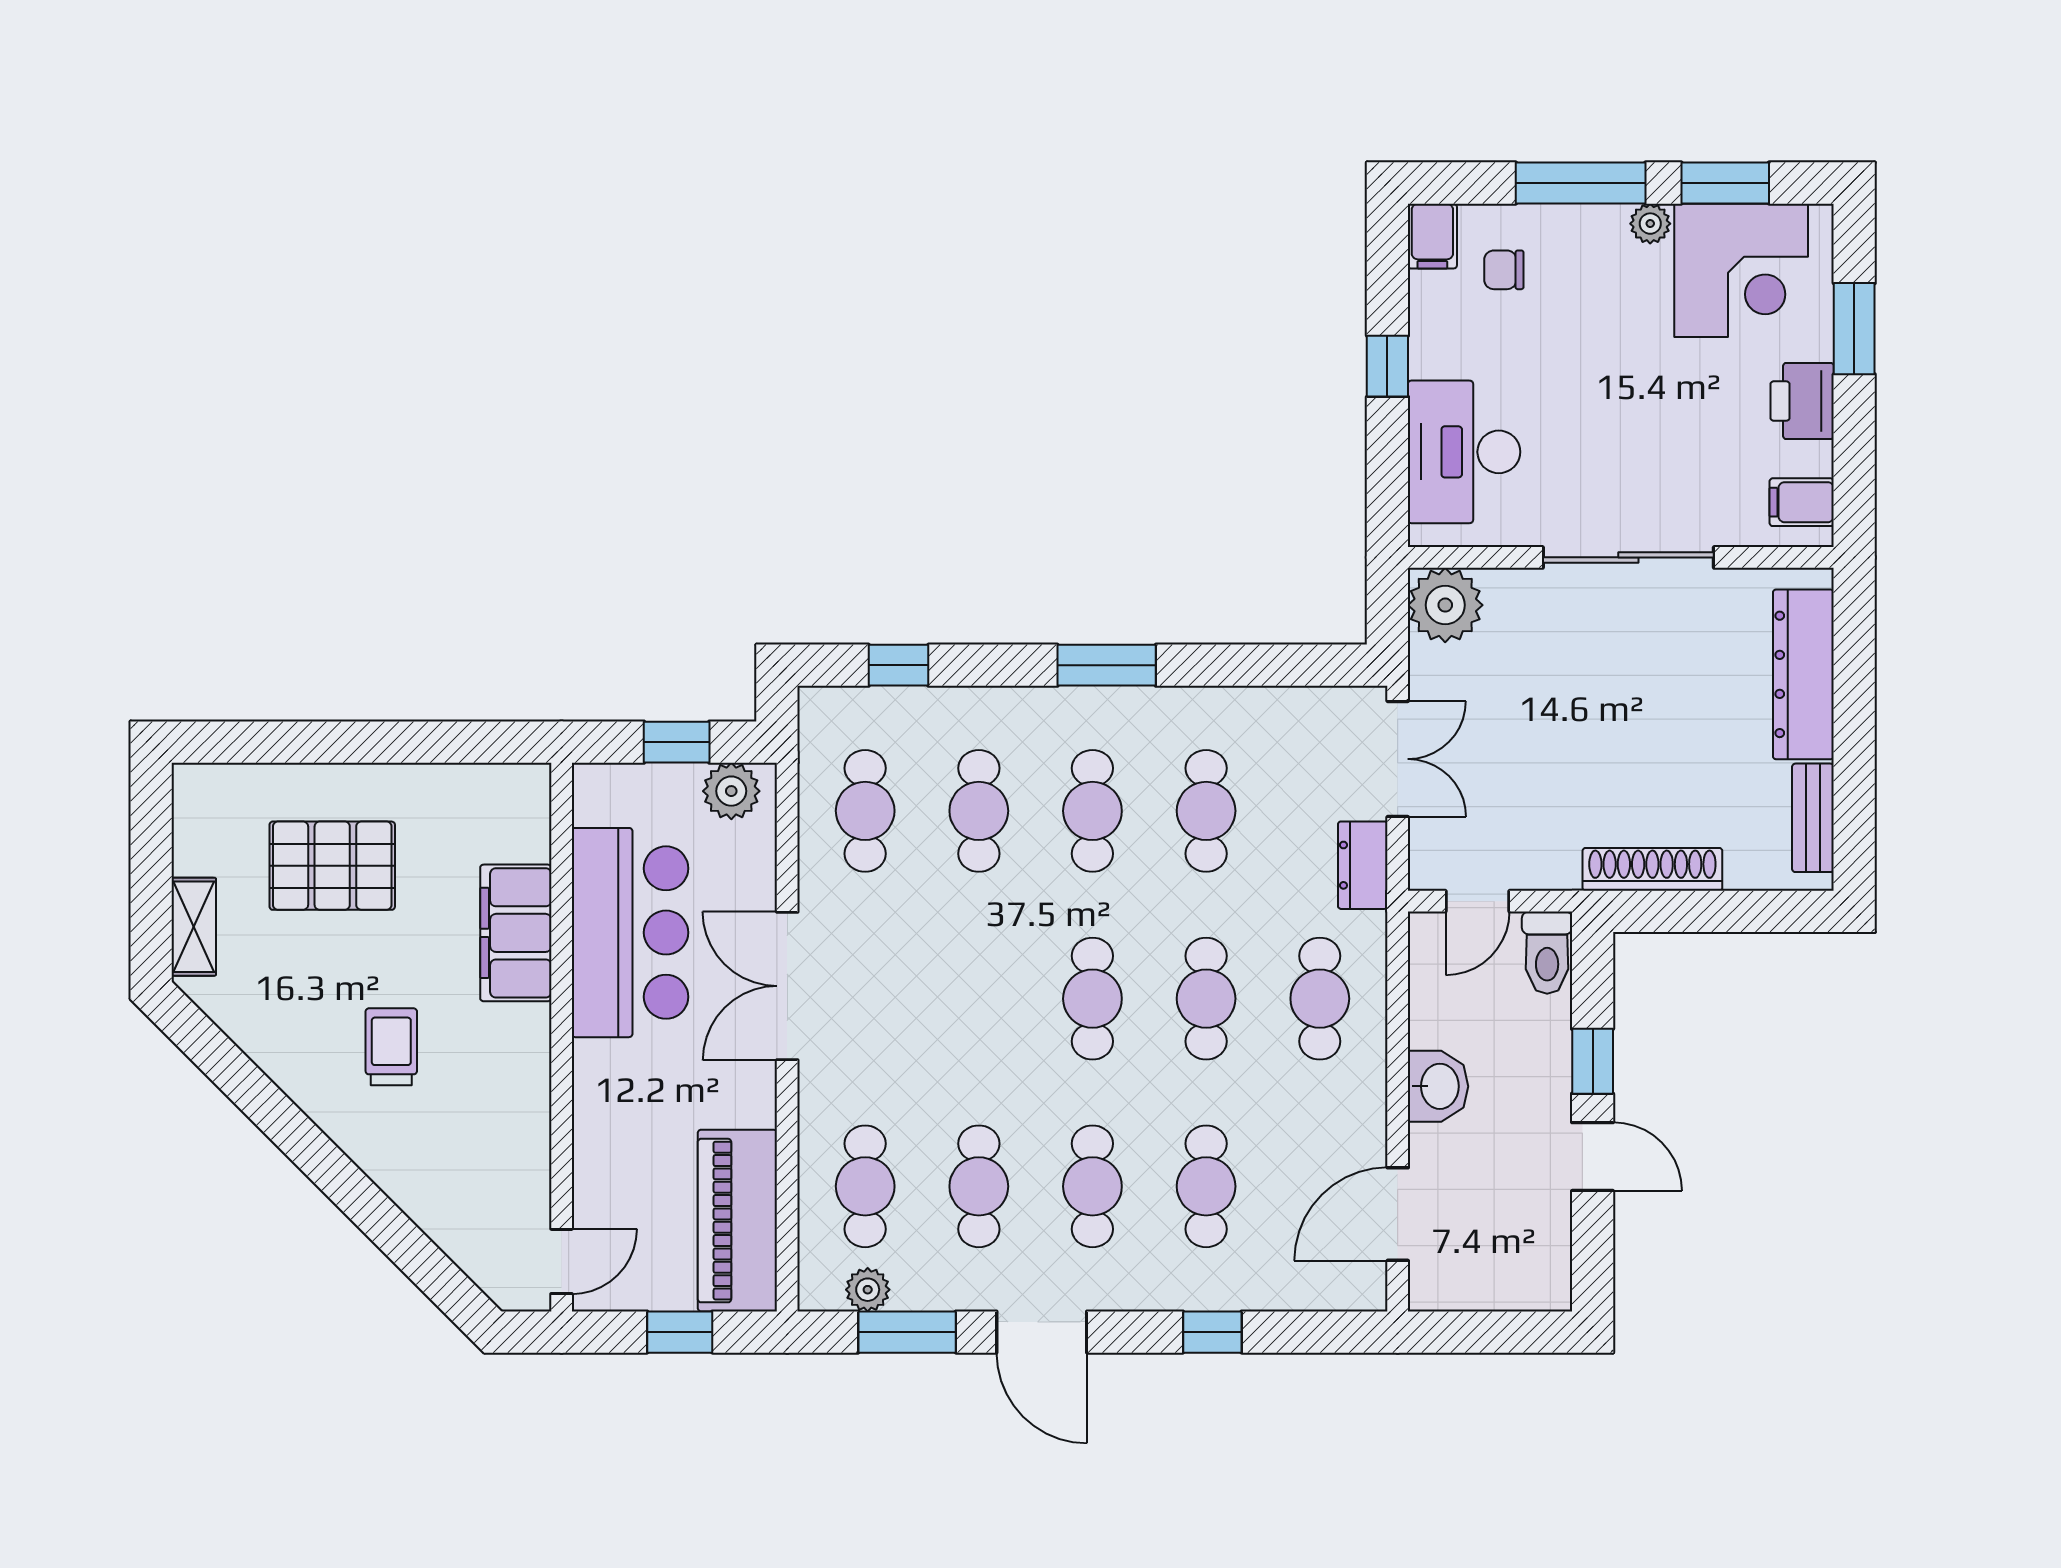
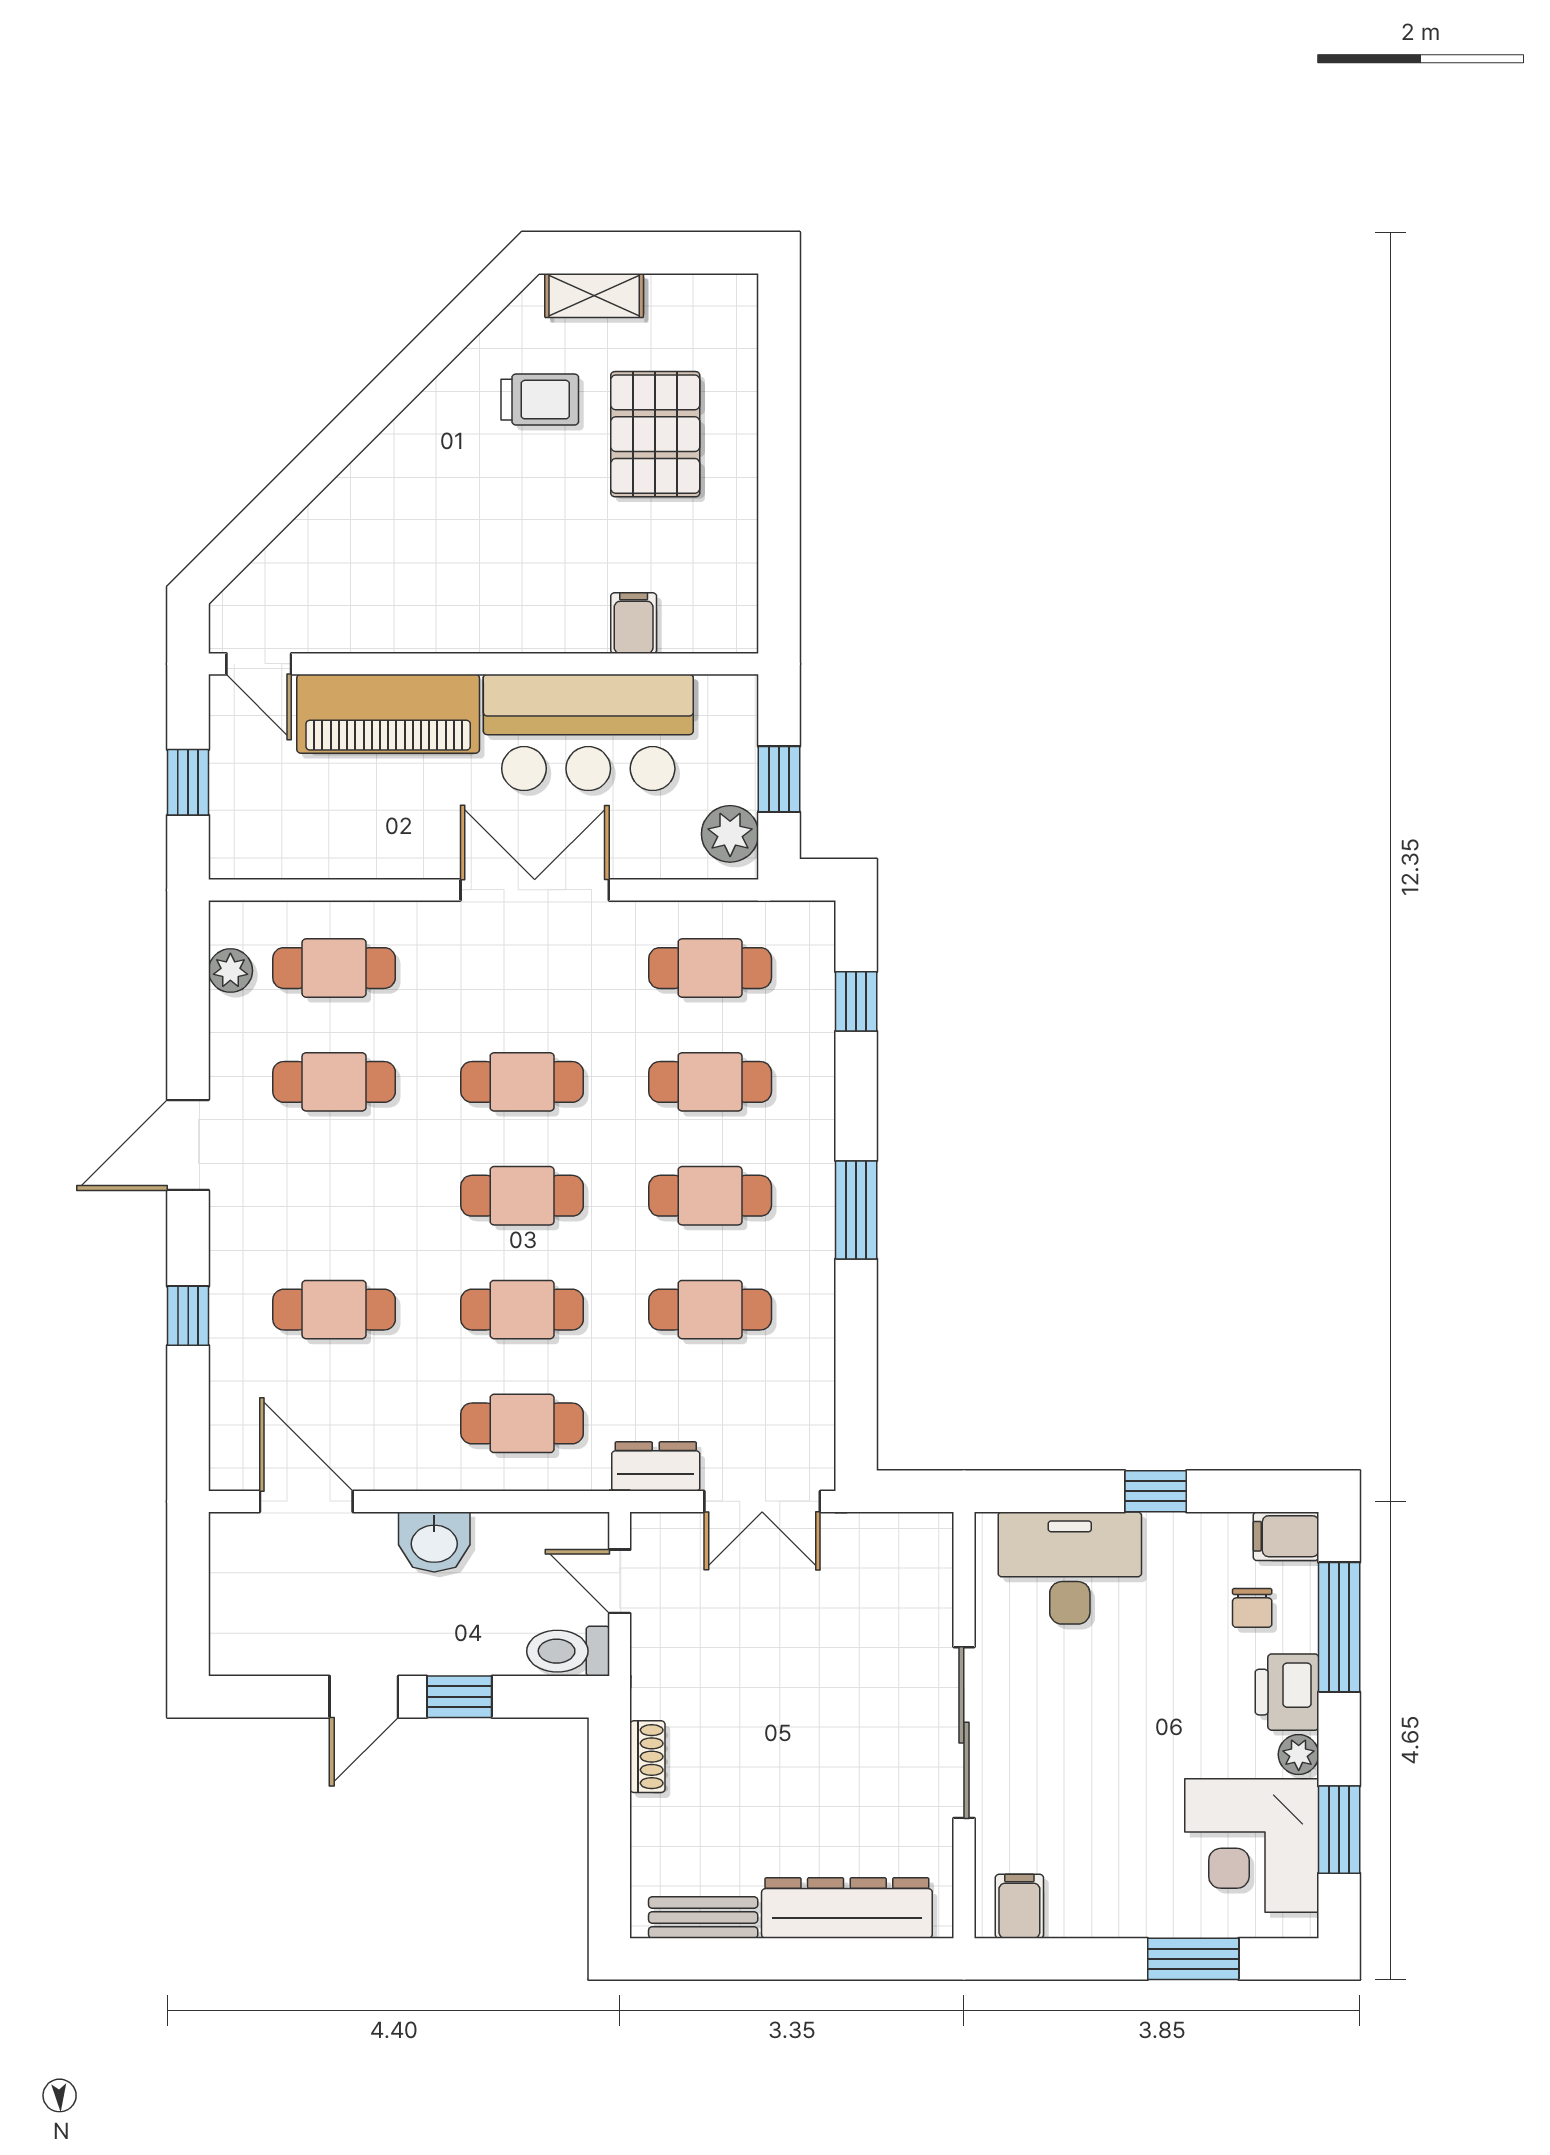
window: (1581, 183) -> (1339, 1627), moved
chair: (1504, 270) -> (1252, 1608), turned 180
printer: (1802, 401) -> (1287, 1692), moved, turned -90
plant: (1445, 605) -> (916, 1549), removed
shoe rack: (1652, 869) -> (647, 1757), width x0.51, depth x0.81
filing cabinet: (516, 933) -> (634, 623), width x0.33, depth x0.86
trolley: (391, 1047) -> (540, 400), moved
cafe table: (1092, 1186) -> (522, 1082), moved
piano: (737, 1221) -> (388, 714), moved, turned 180
window: (907, 1332) -> (188, 1010), removed

